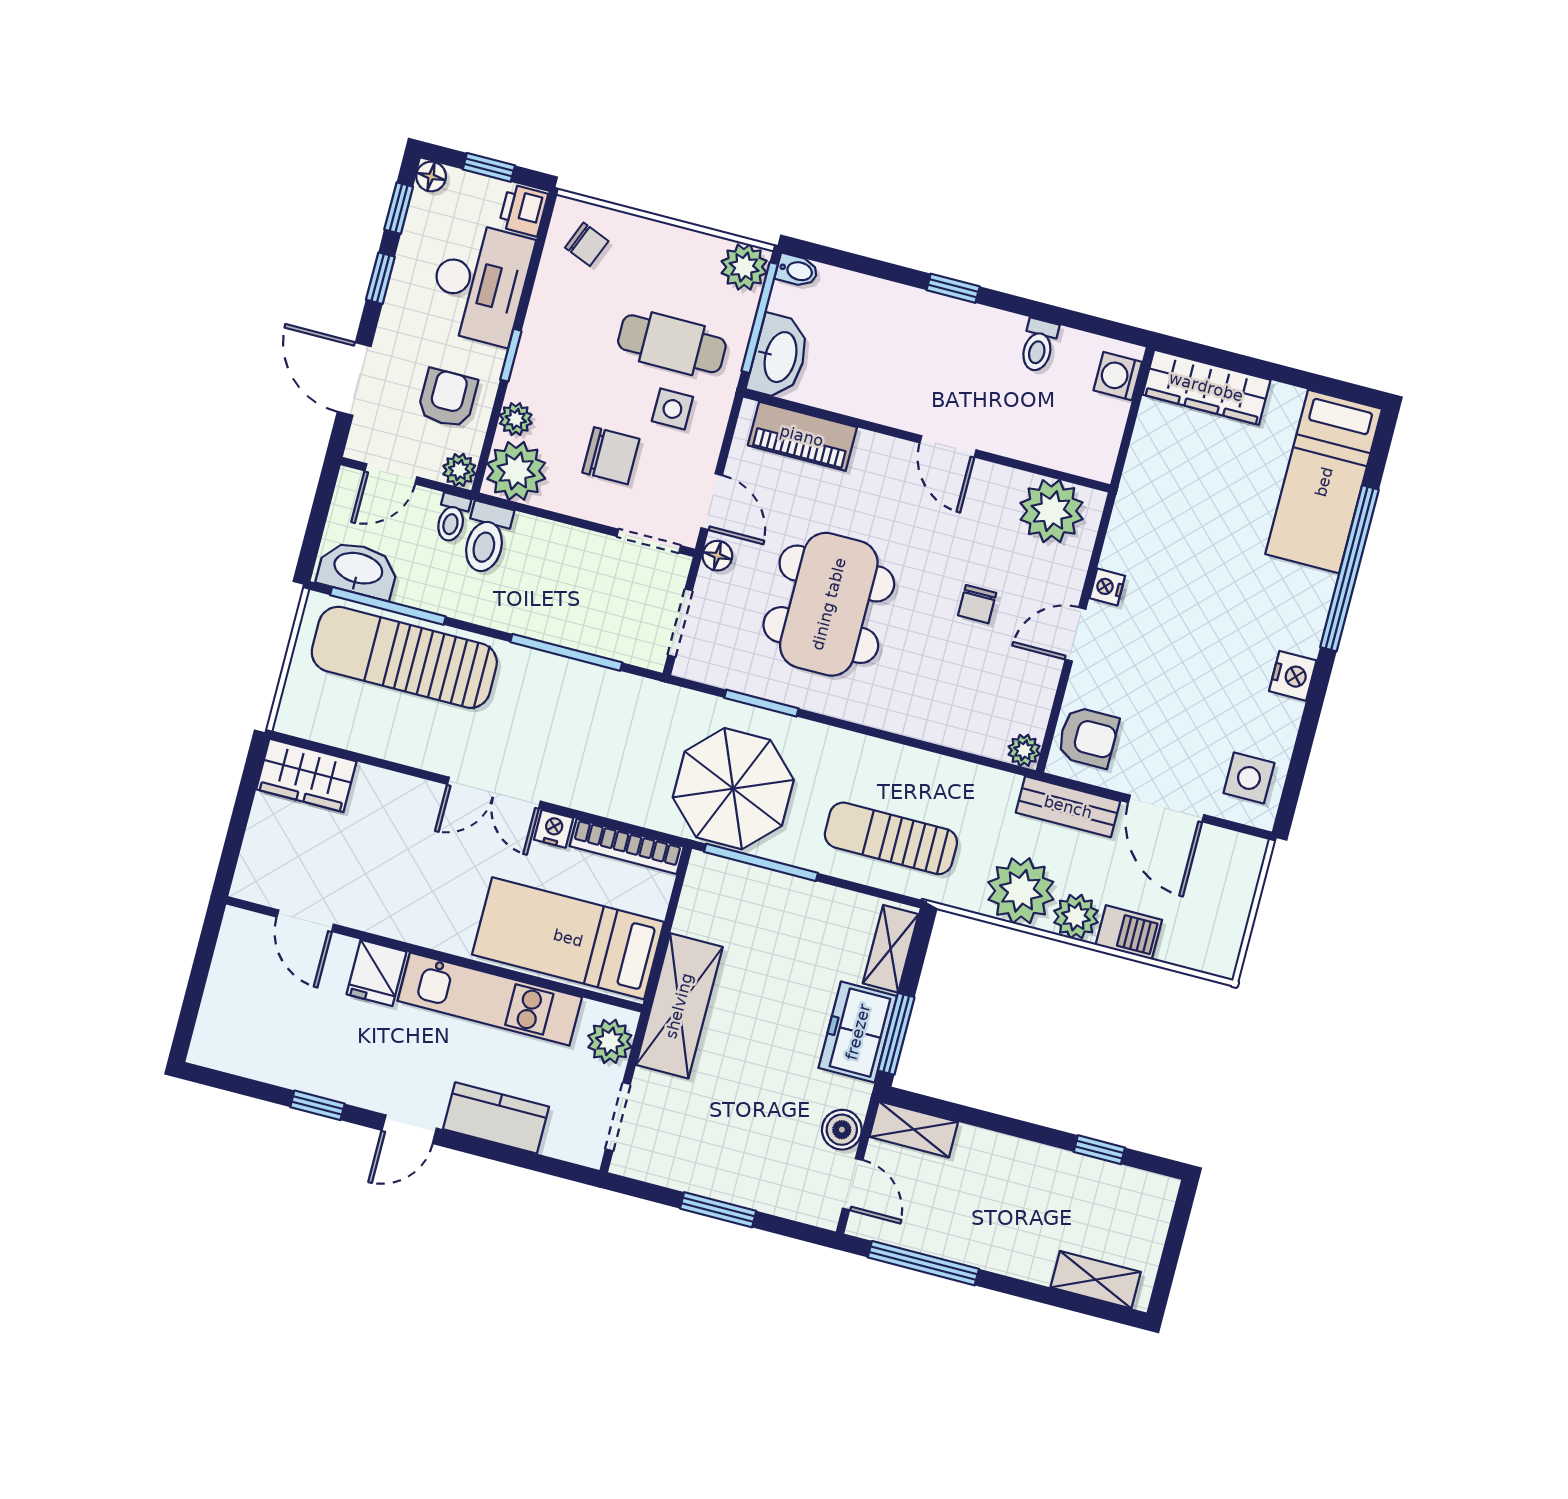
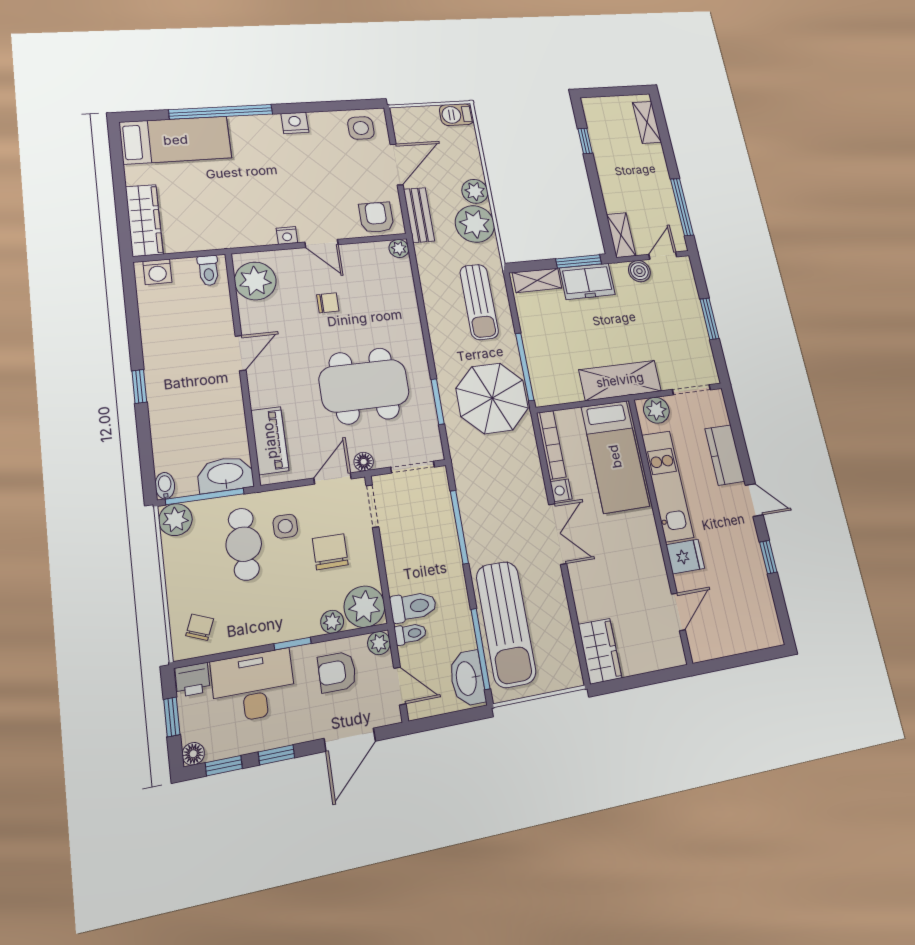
toilet: (1039, 345) -> (208, 270), moved, turned 90
barbecue: (1129, 932) -> (457, 115), moved, turned -90

